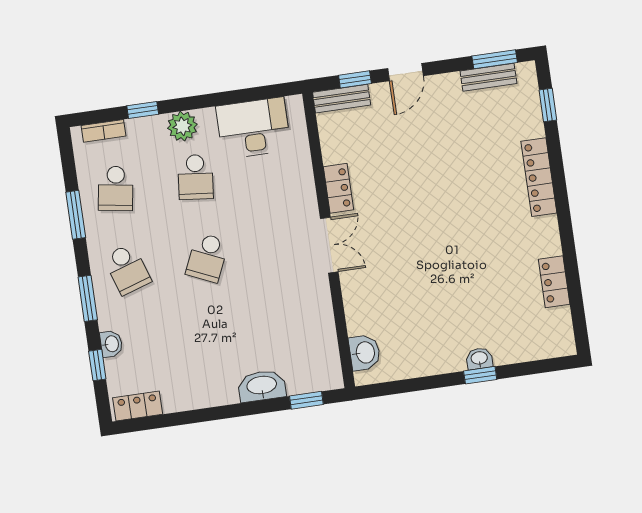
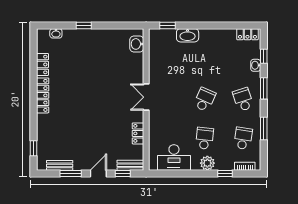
window: (495, 59) -> (71, 173), moved
locker: (539, 177) -> (43, 95), moved
locker: (338, 188) -> (138, 133), moved
washbasin: (479, 359) -> (56, 33), moved

